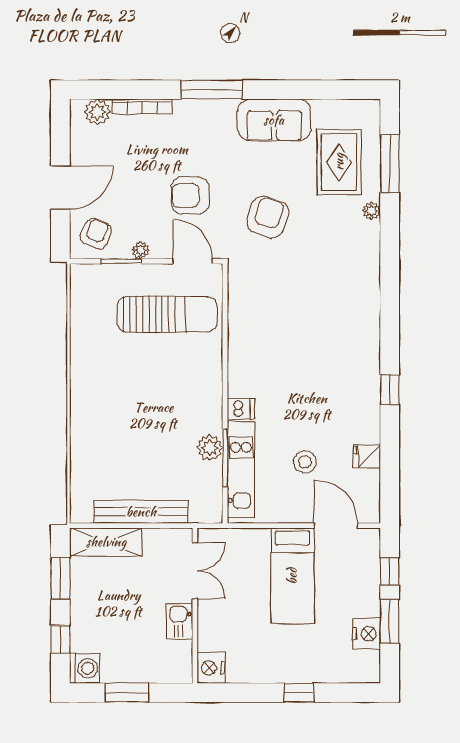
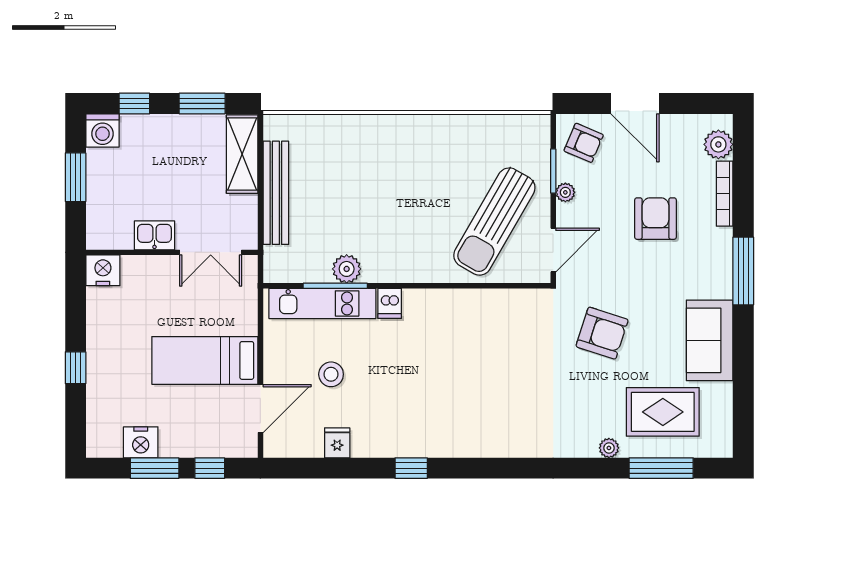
armchair: (190, 195) -> (655, 219), moved
sun lounger: (167, 314) -> (494, 222), turned 30

